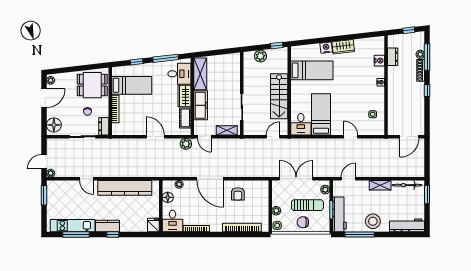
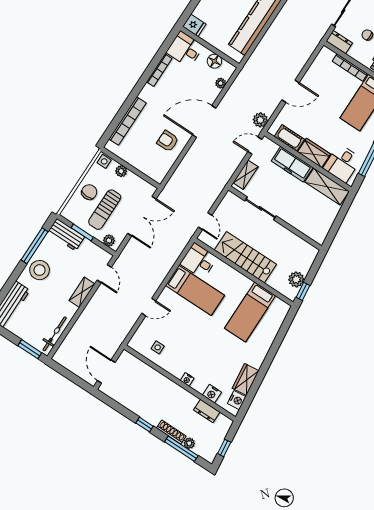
wardrobe: (343, 47) -> (246, 379), moved
nightstand: (326, 48) -> (237, 400), moved
plant: (260, 56) -> (296, 279), moved
shelving: (380, 185) -> (82, 292), moved
workbench: (339, 214) -> (66, 235), width x0.73

